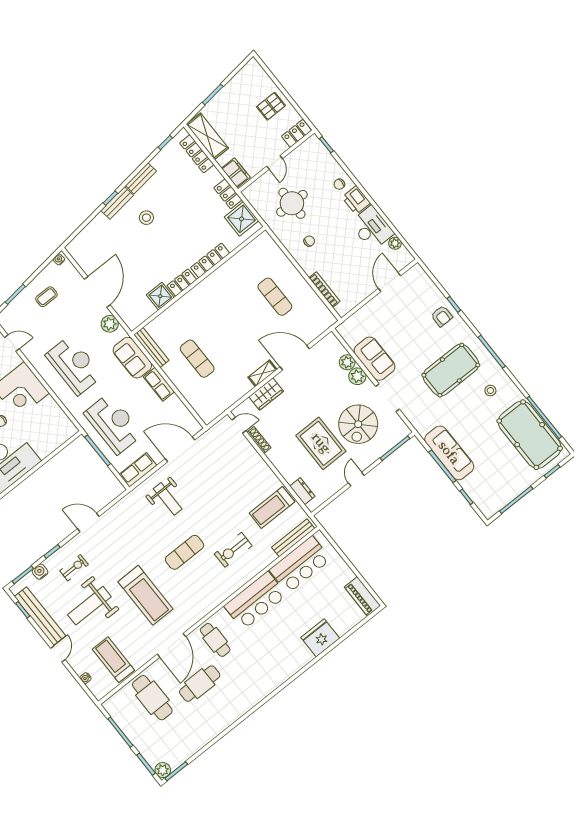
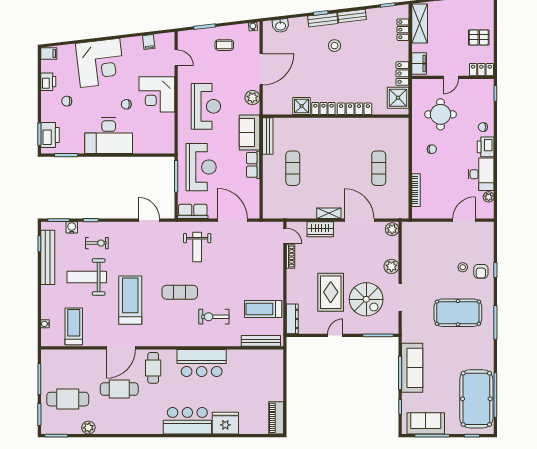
locker: (197, 154) -> (403, 30), width x0.66
washbasin: (83, 239) -> (281, 26), added
sofa: (375, 359) -> (426, 423), moved, turned -90
plant: (347, 362) -> (392, 229), moved
stool: (490, 390) -> (463, 267), moved
spiral stairs: (358, 424) -> (366, 299), turned -90
dresser: (302, 491) -> (292, 319), width x1.44
door: (88, 523) -> (149, 220), moved
bar counter: (300, 565) -> (187, 421), moved, turned 180
treadmill: (146, 595) -> (130, 300), turned 180
door: (58, 654) -> (39, 293), removed
cafe table: (152, 698) -> (68, 399), moved, turned 90
plant: (163, 770) -> (88, 428), moved

